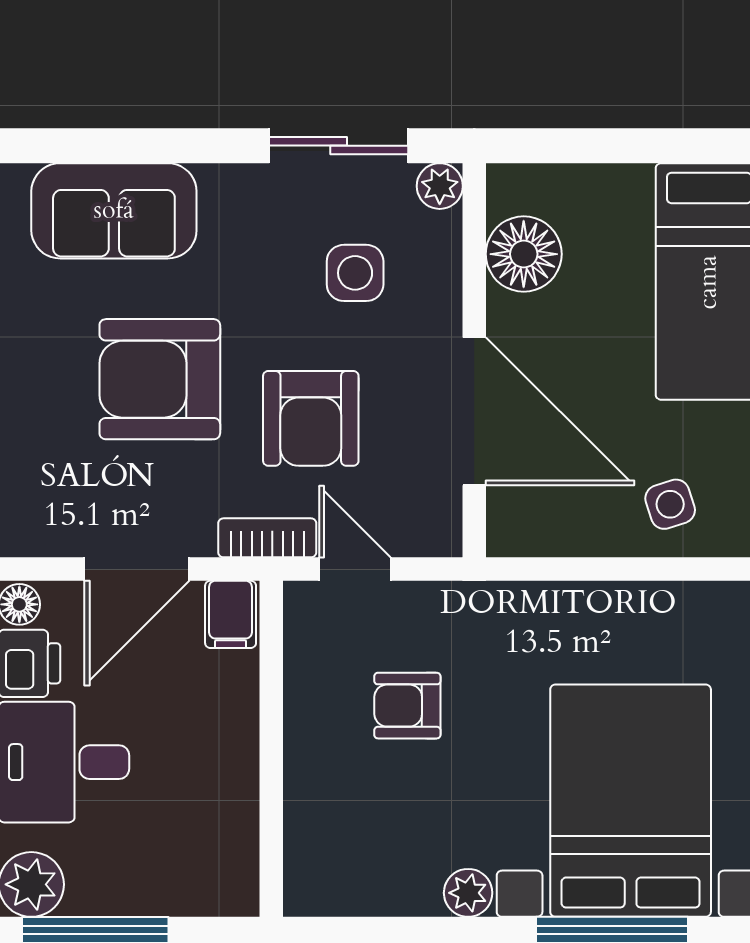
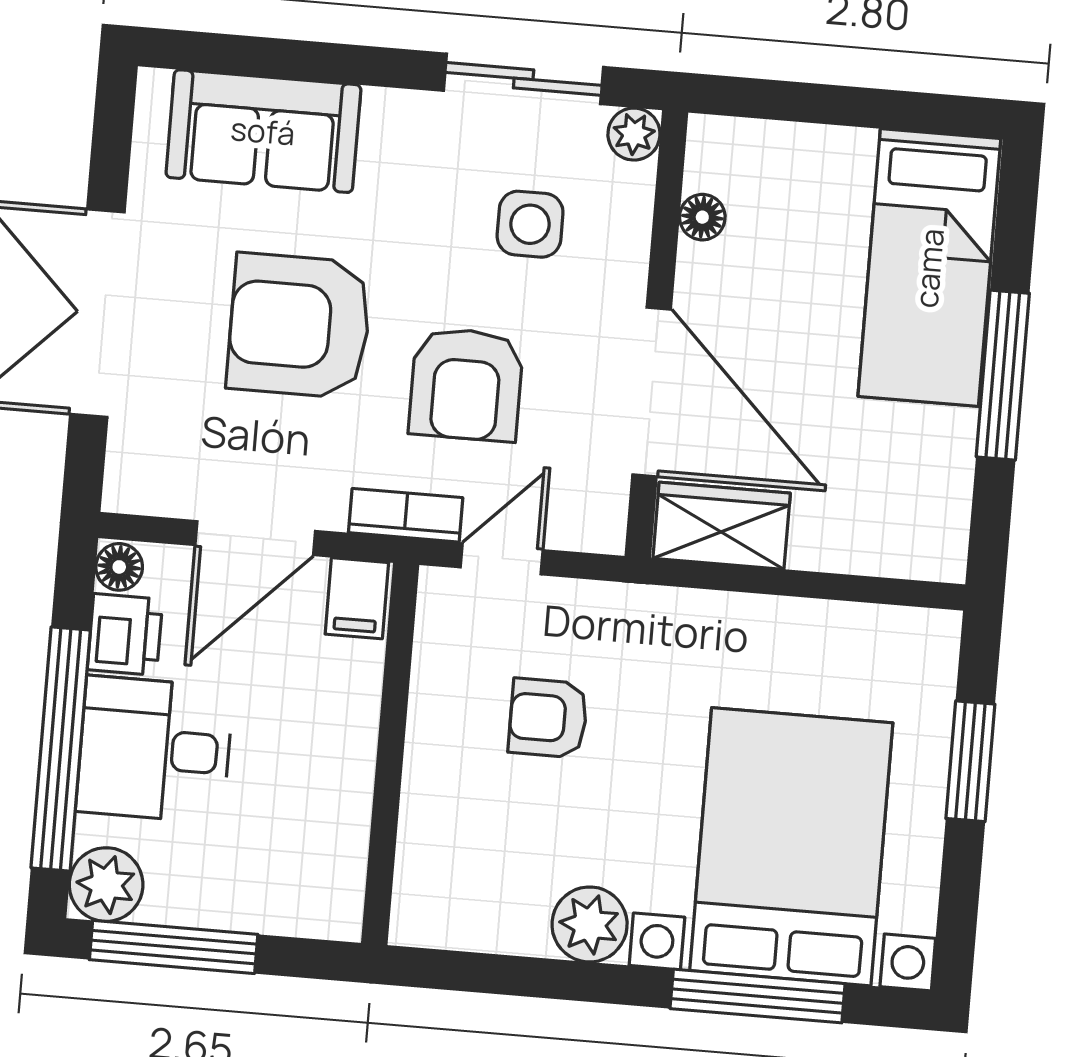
floor lamp: (524, 254) -> (702, 217), width x0.53, depth x0.53
side table: (670, 504) -> (864, 515), removed
wardrobe: (546, 524) -> (722, 526), added
door: (355, 569) -> (502, 559), hinge flipped
plant: (468, 893) -> (590, 924), width x1.38, depth x1.38

